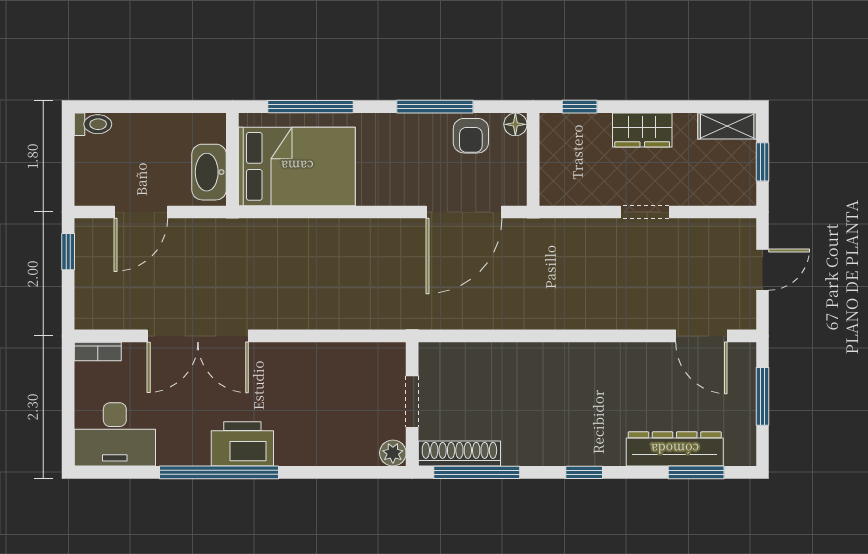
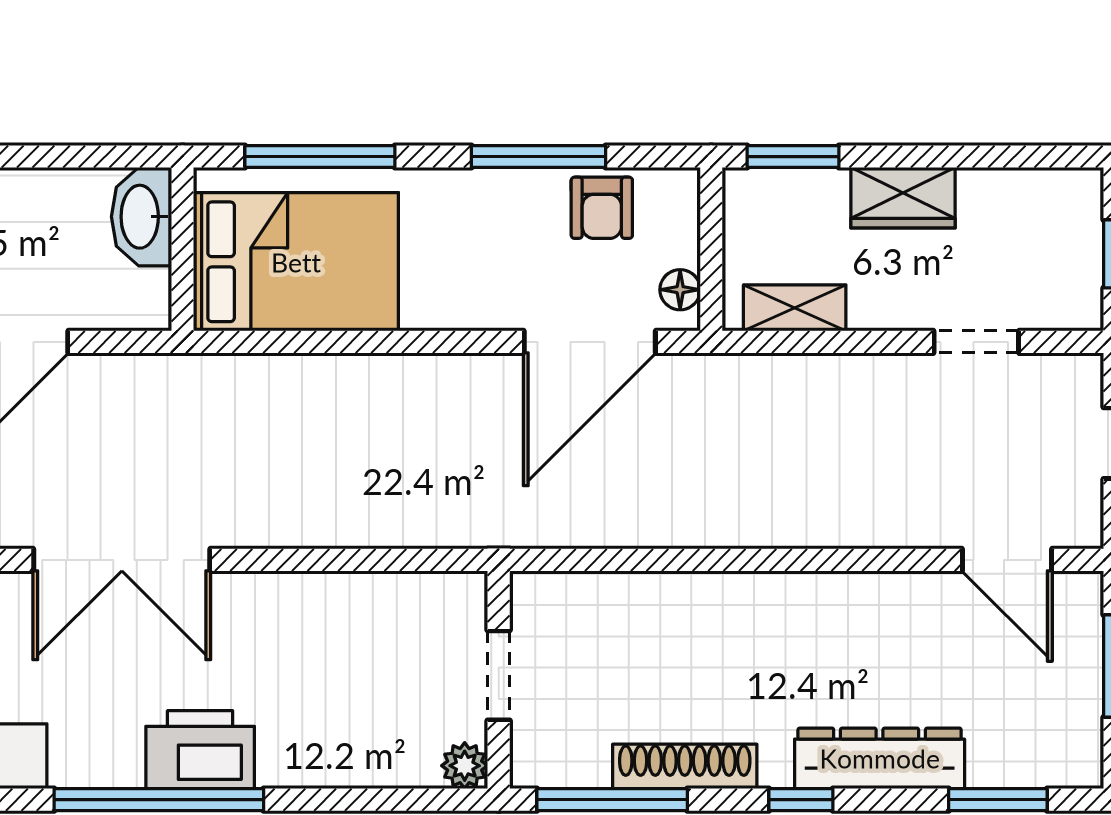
window: (580, 107) -> (793, 157), width x1.50
floor lamp: (515, 124) -> (680, 290), moved
shelving: (727, 126) -> (795, 308), moved
washbasin: (209, 172) -> (142, 217), moved
doorway: (645, 212) -> (976, 342), moved
dresser: (675, 449) -> (880, 758), moved
shoe rack: (459, 453) -> (685, 766), moved

